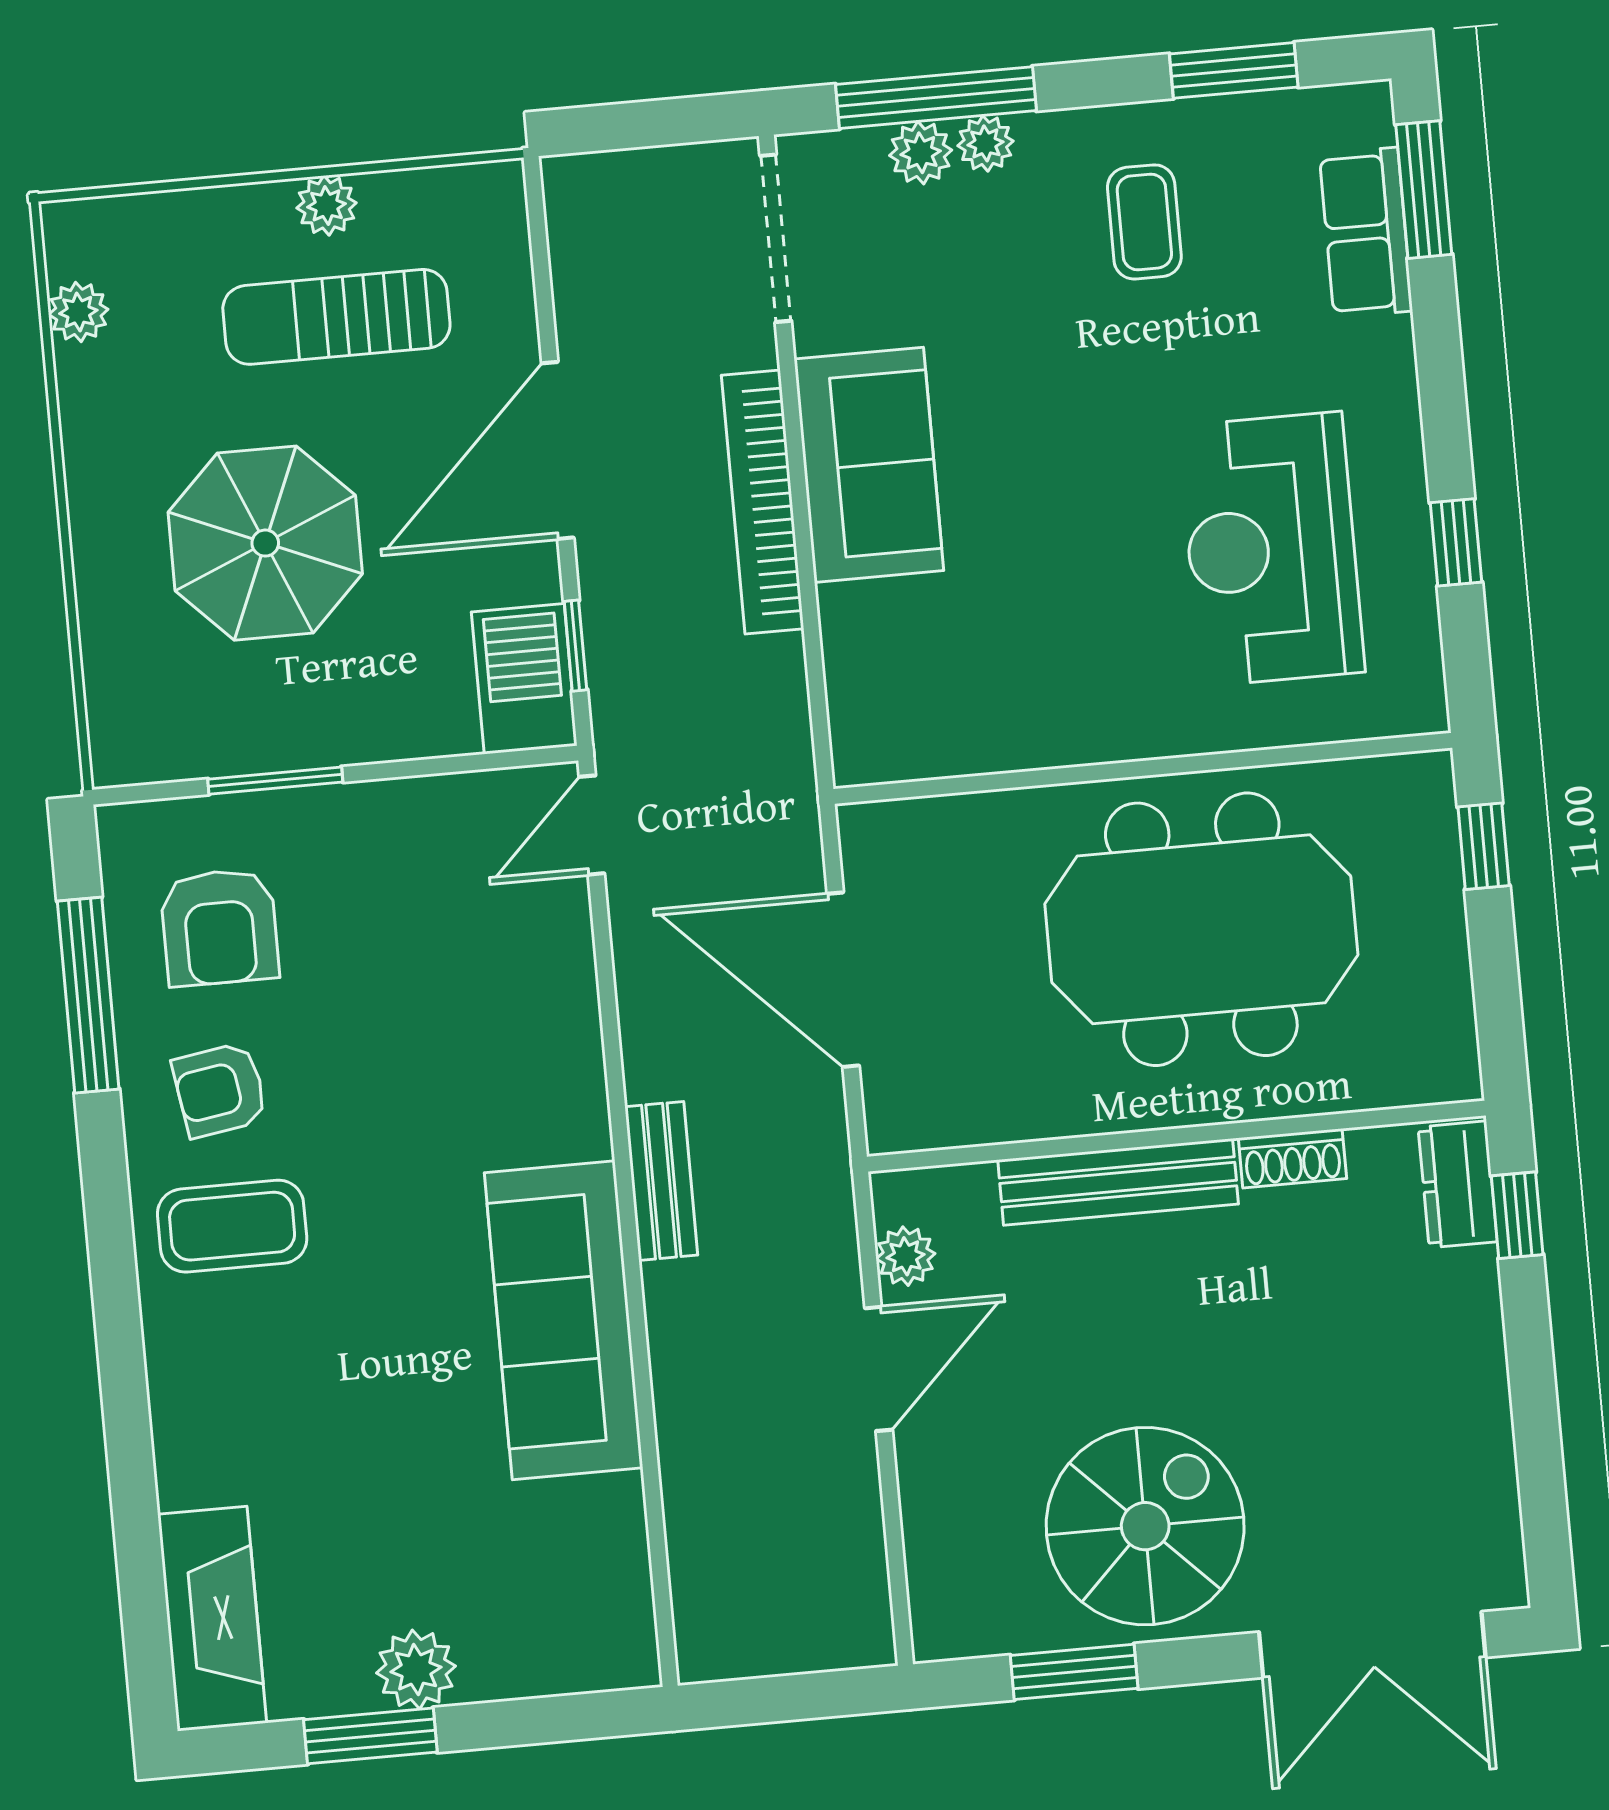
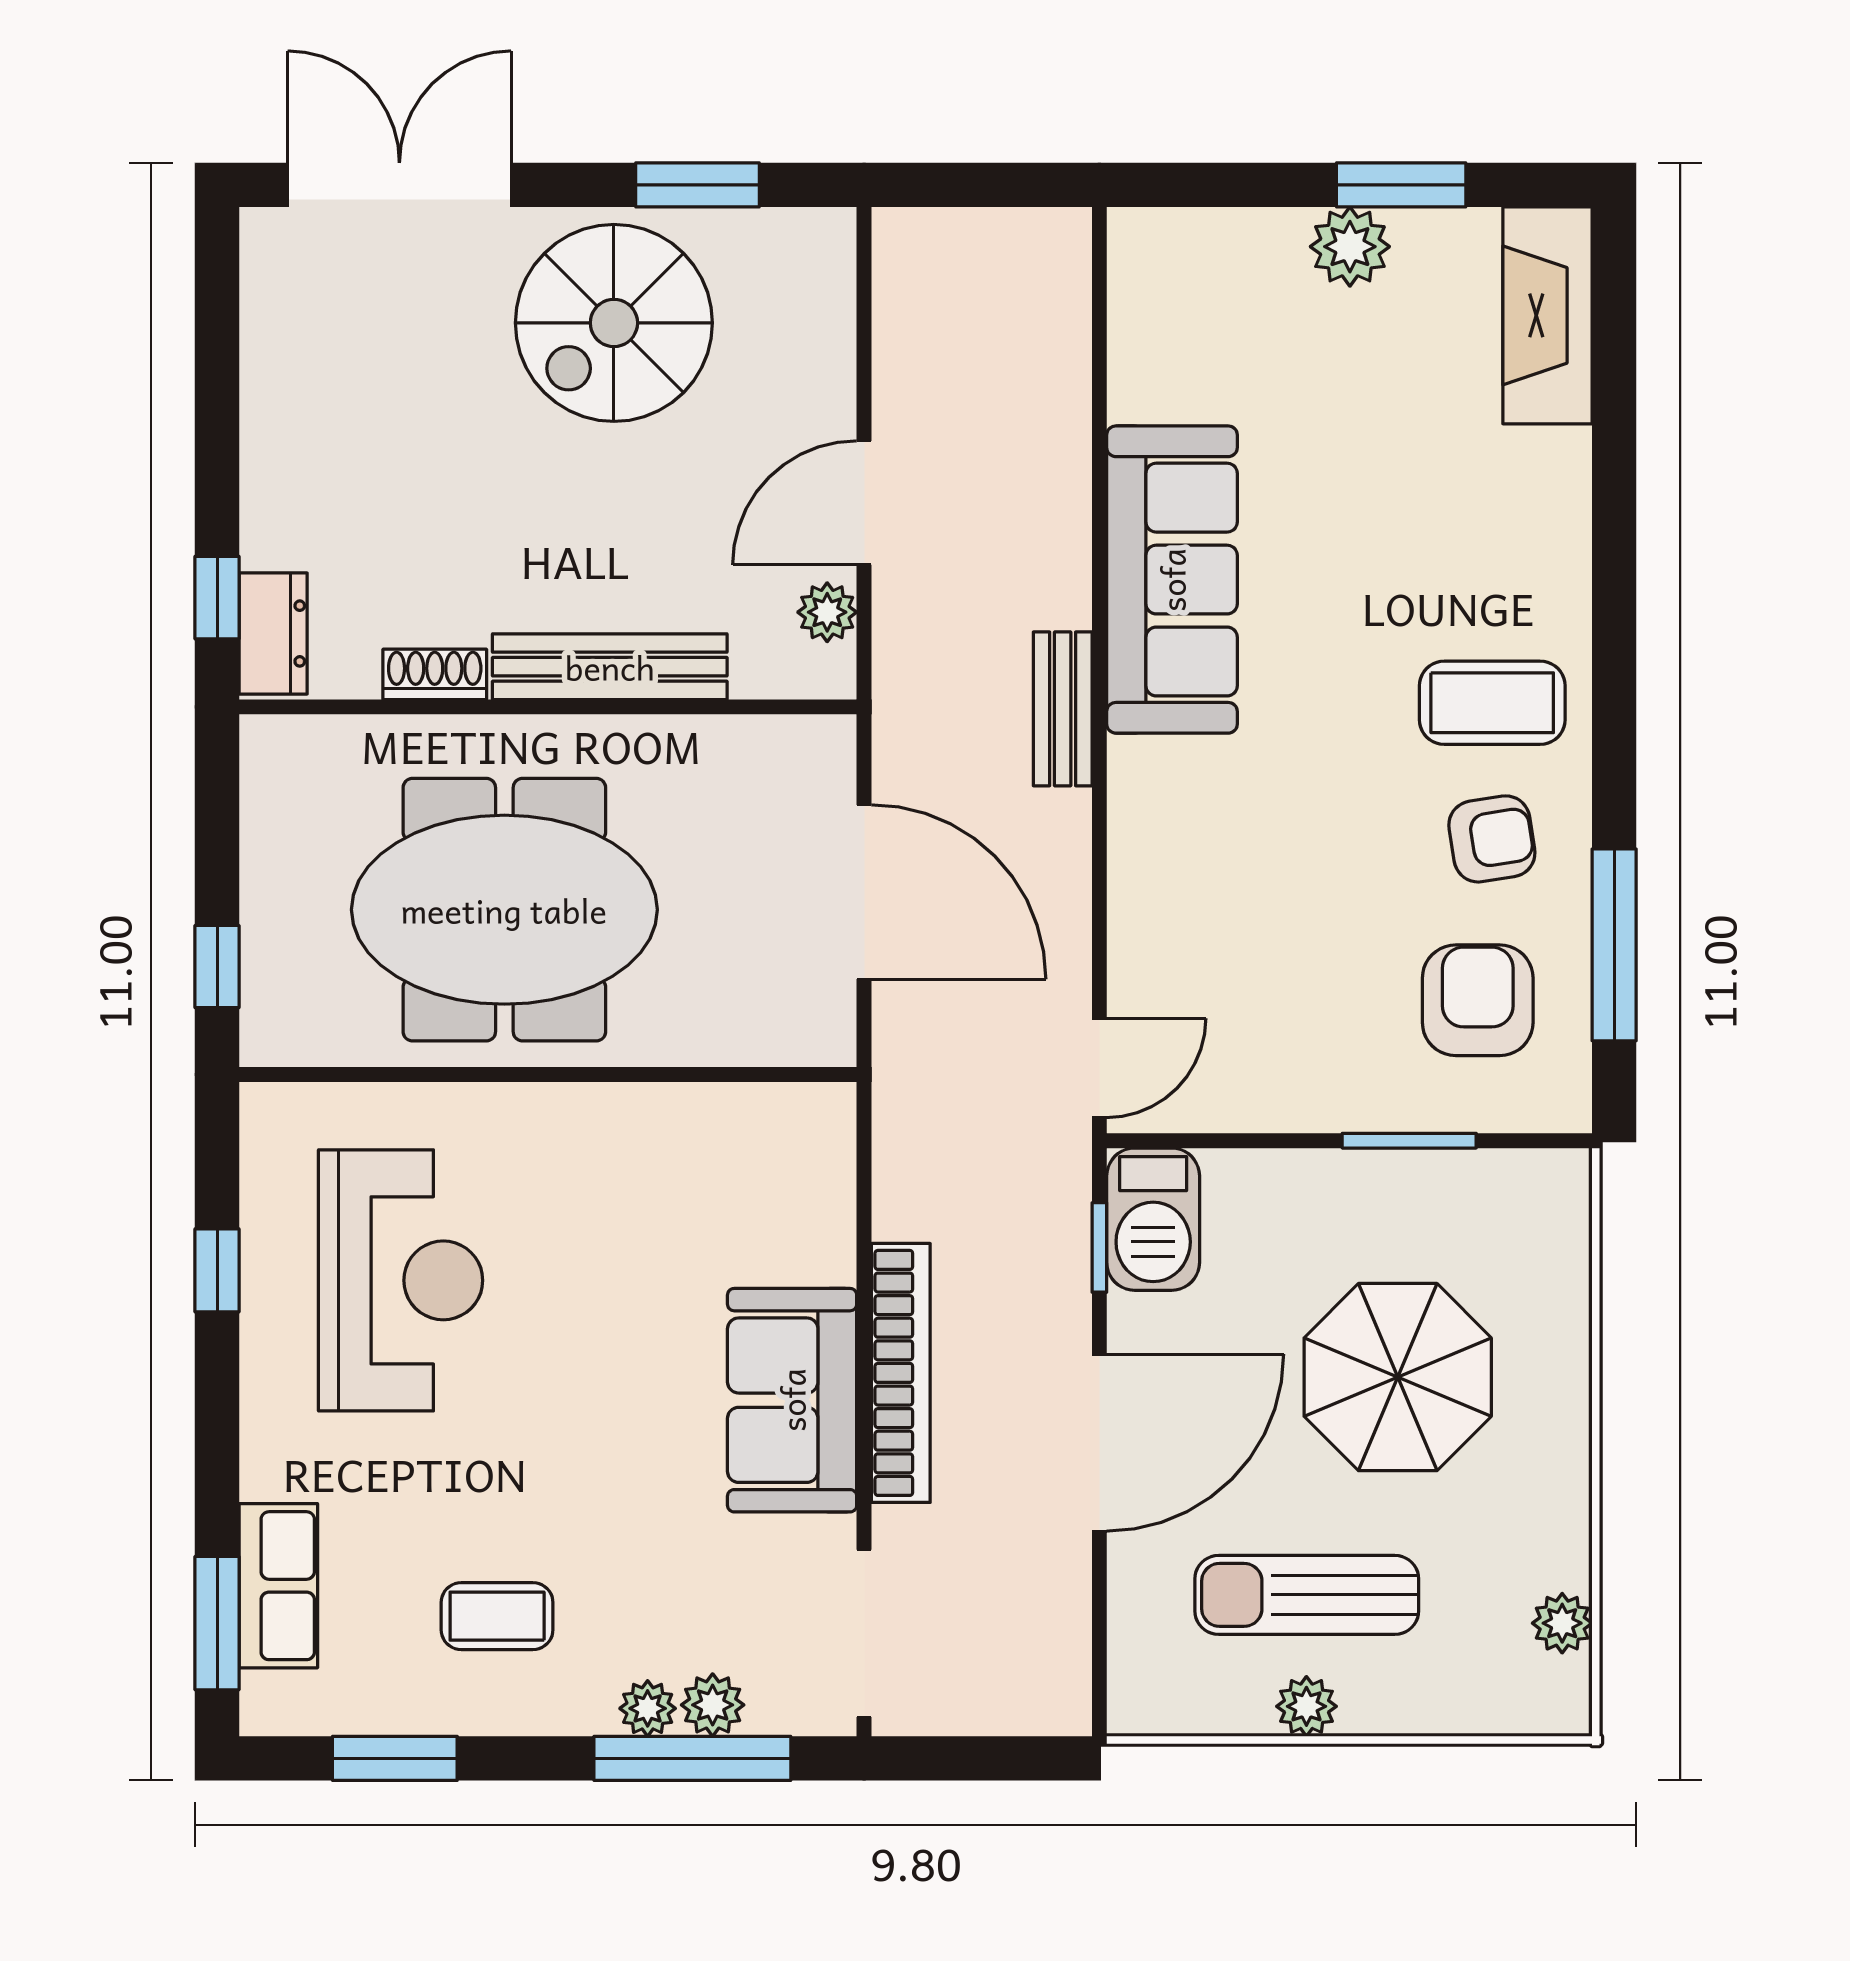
coffee table: (1144, 222) -> (497, 1616), turned 90
sun lounger: (336, 317) -> (1307, 1595), turned 180

